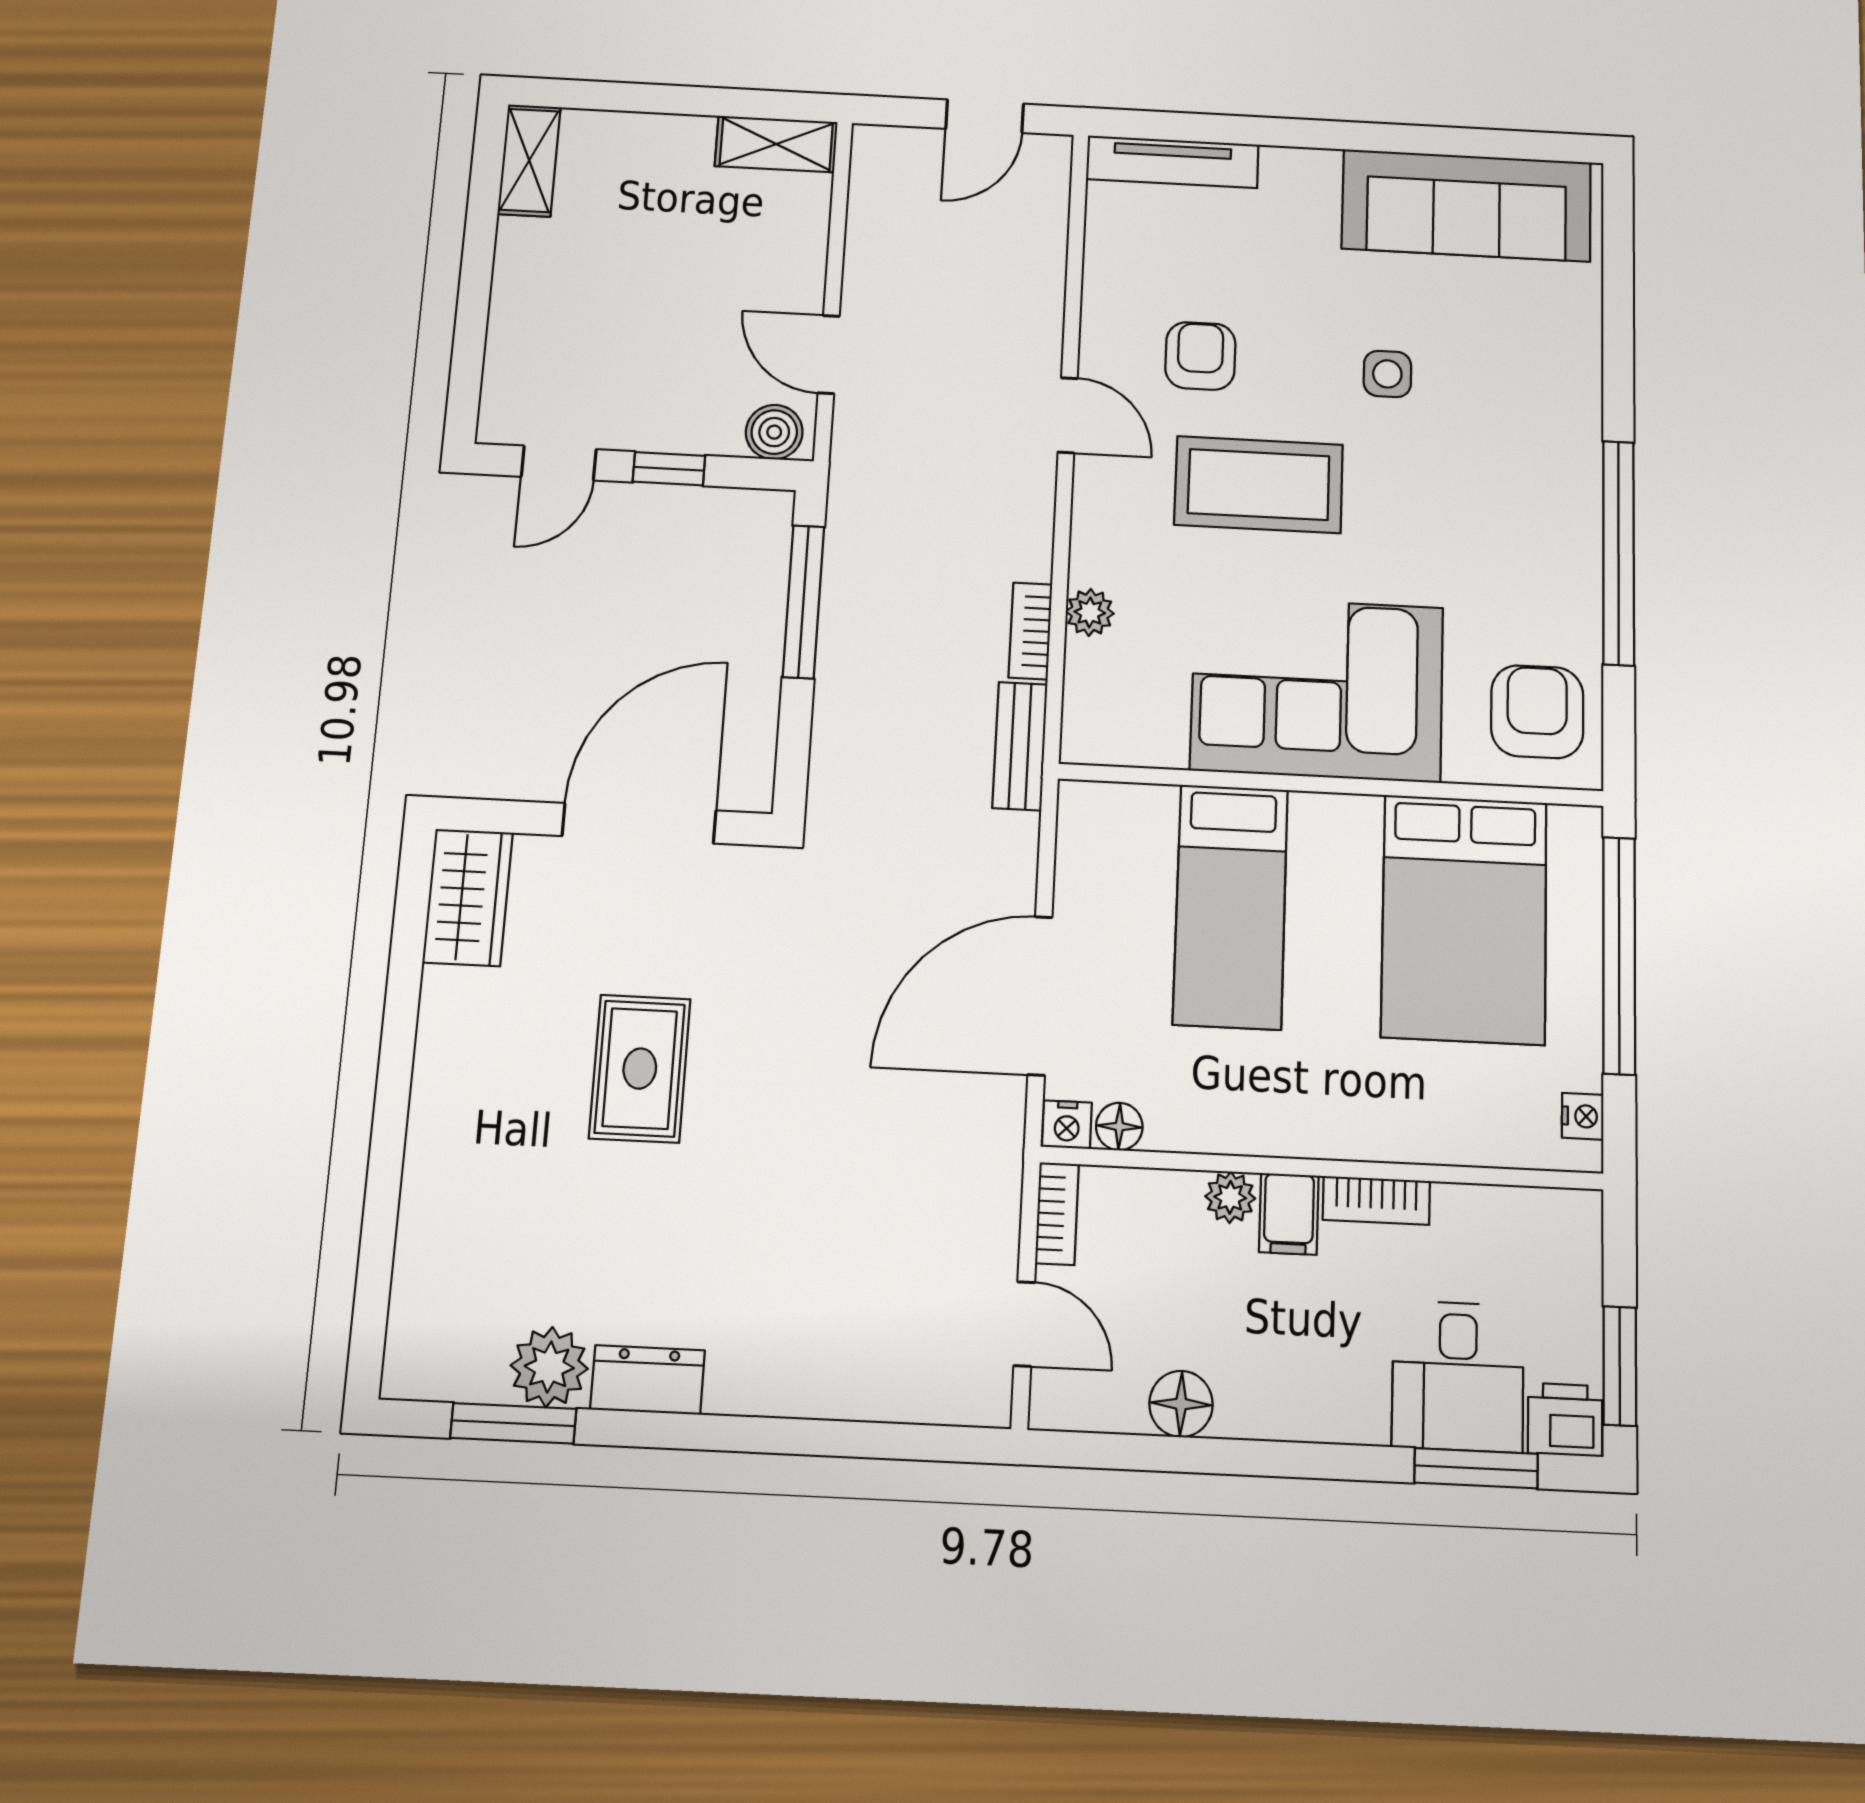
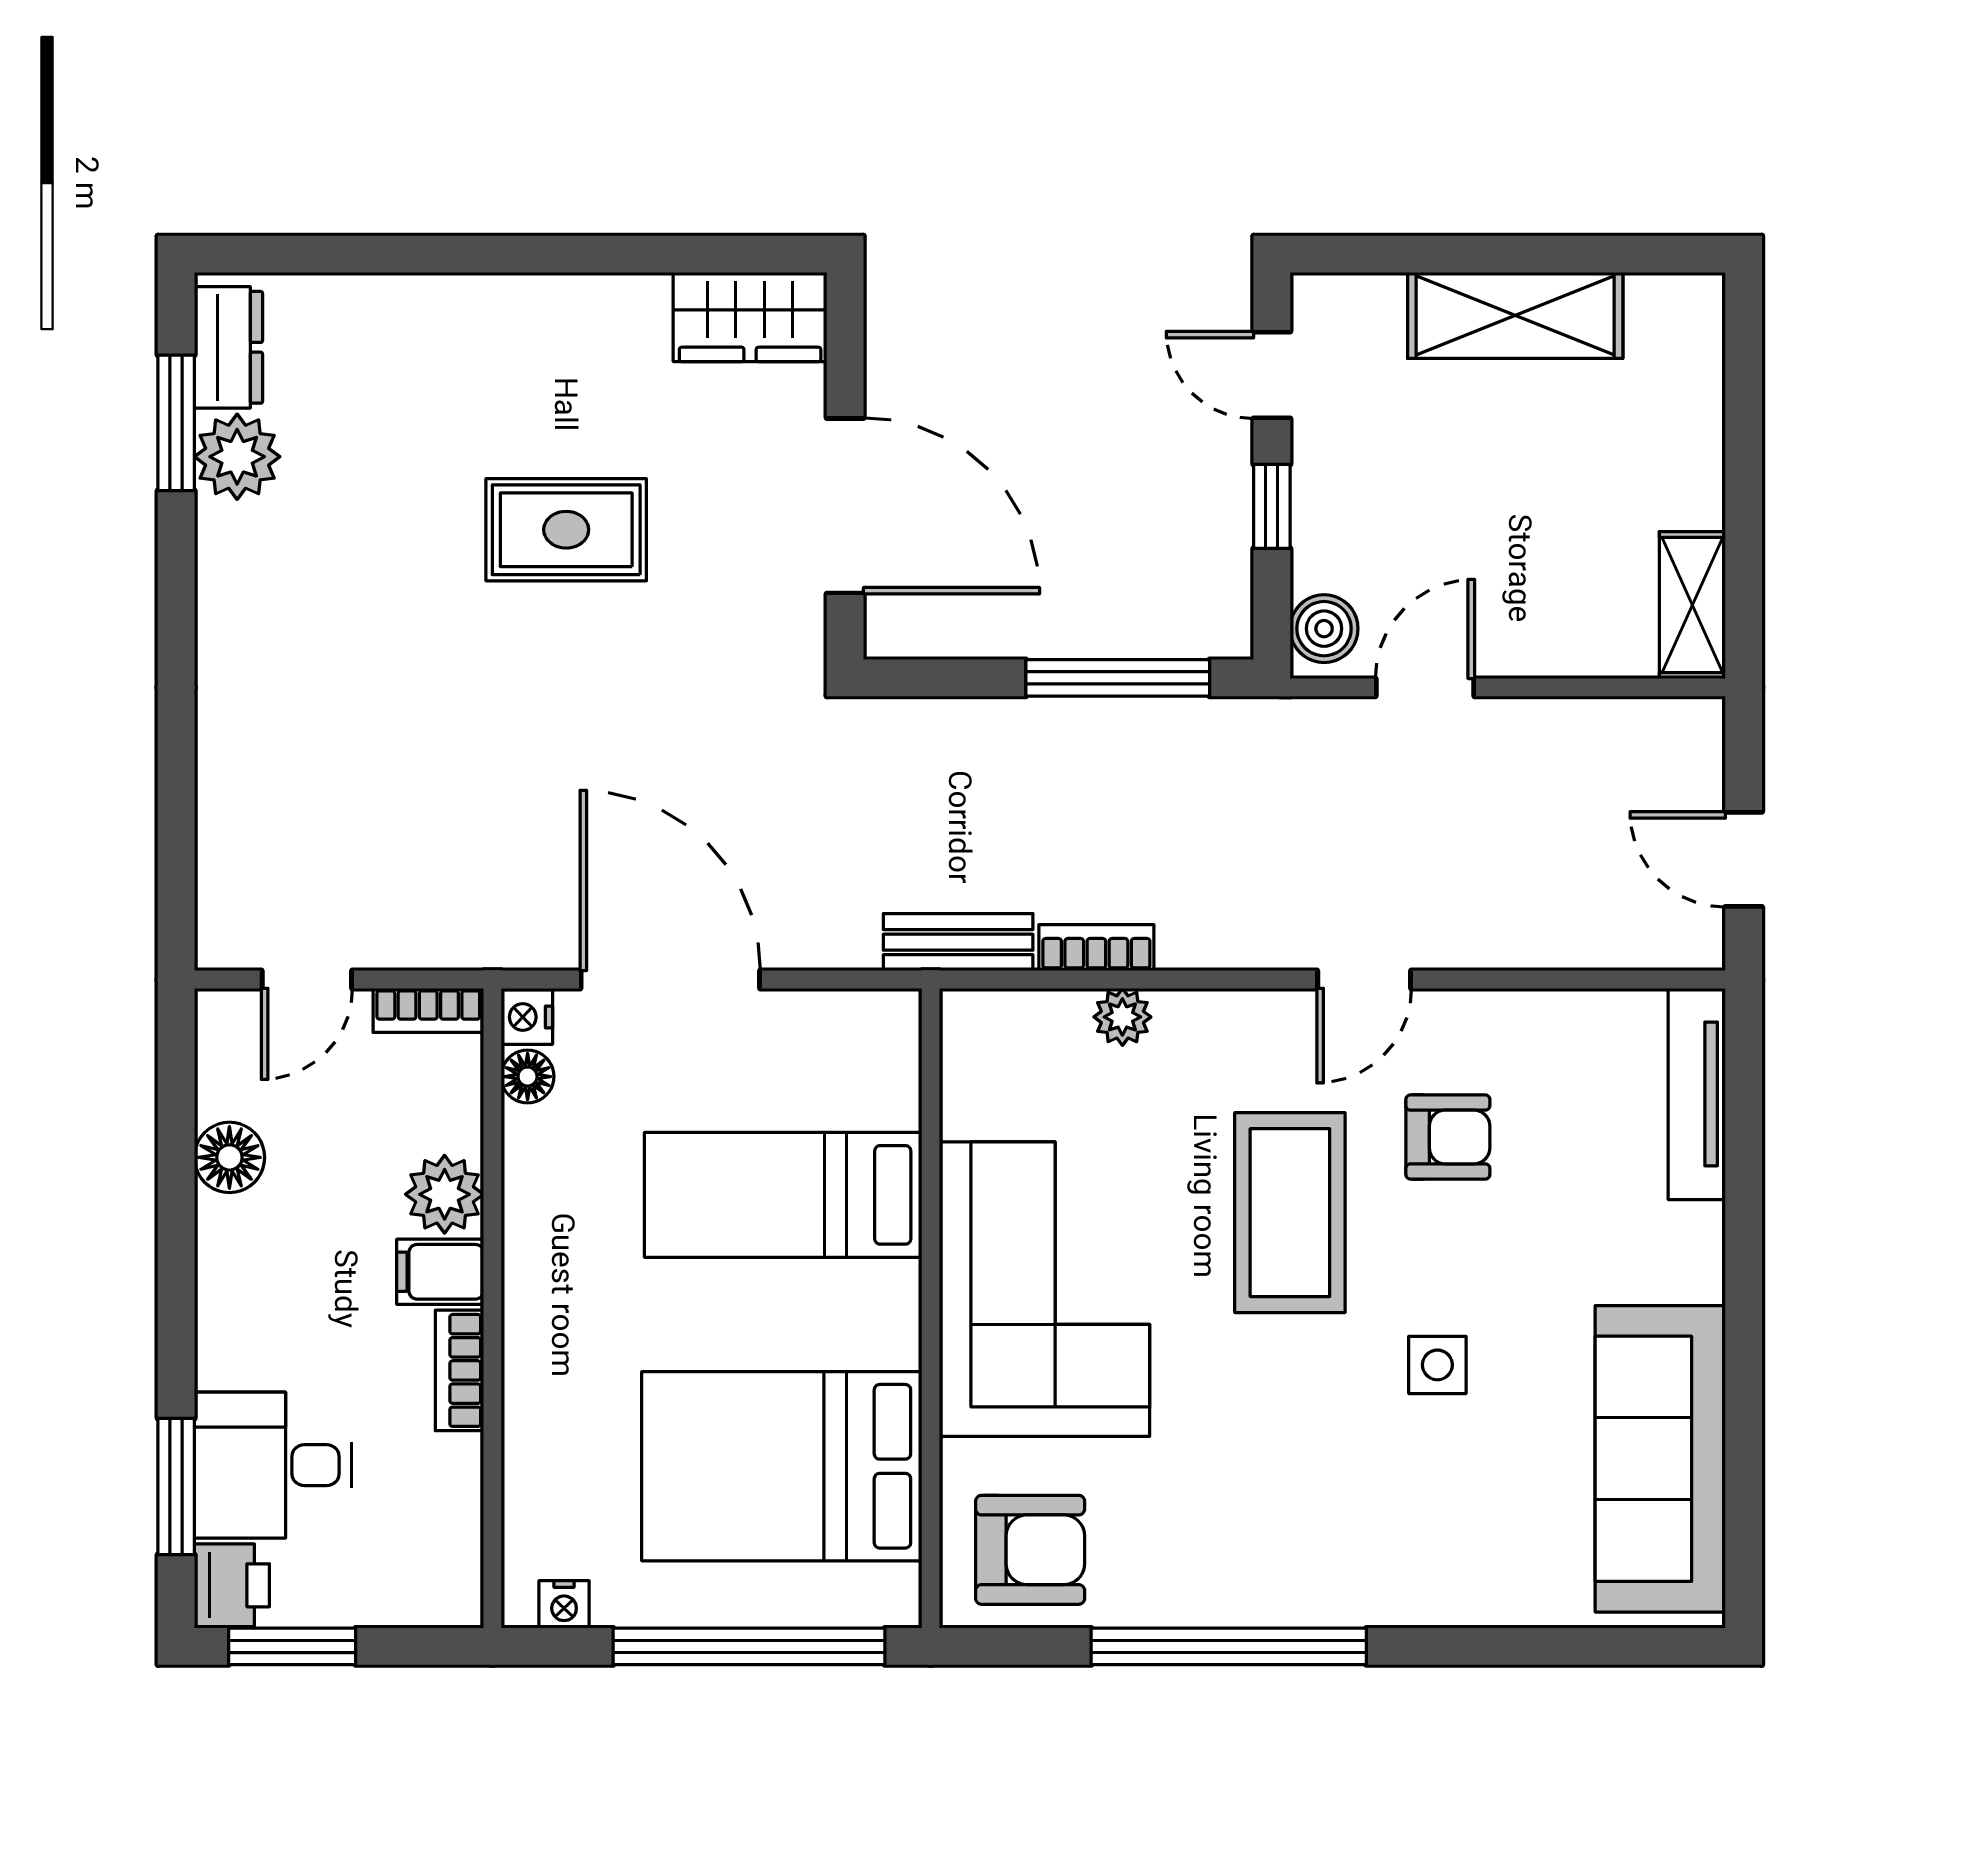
shelving: (529, 160) -> (1515, 315), moved, width x1.50, depth x1.33
plant: (1230, 1197) -> (445, 1194), width x1.38, depth x1.38
dresser: (648, 1380) -> (228, 347), moved

